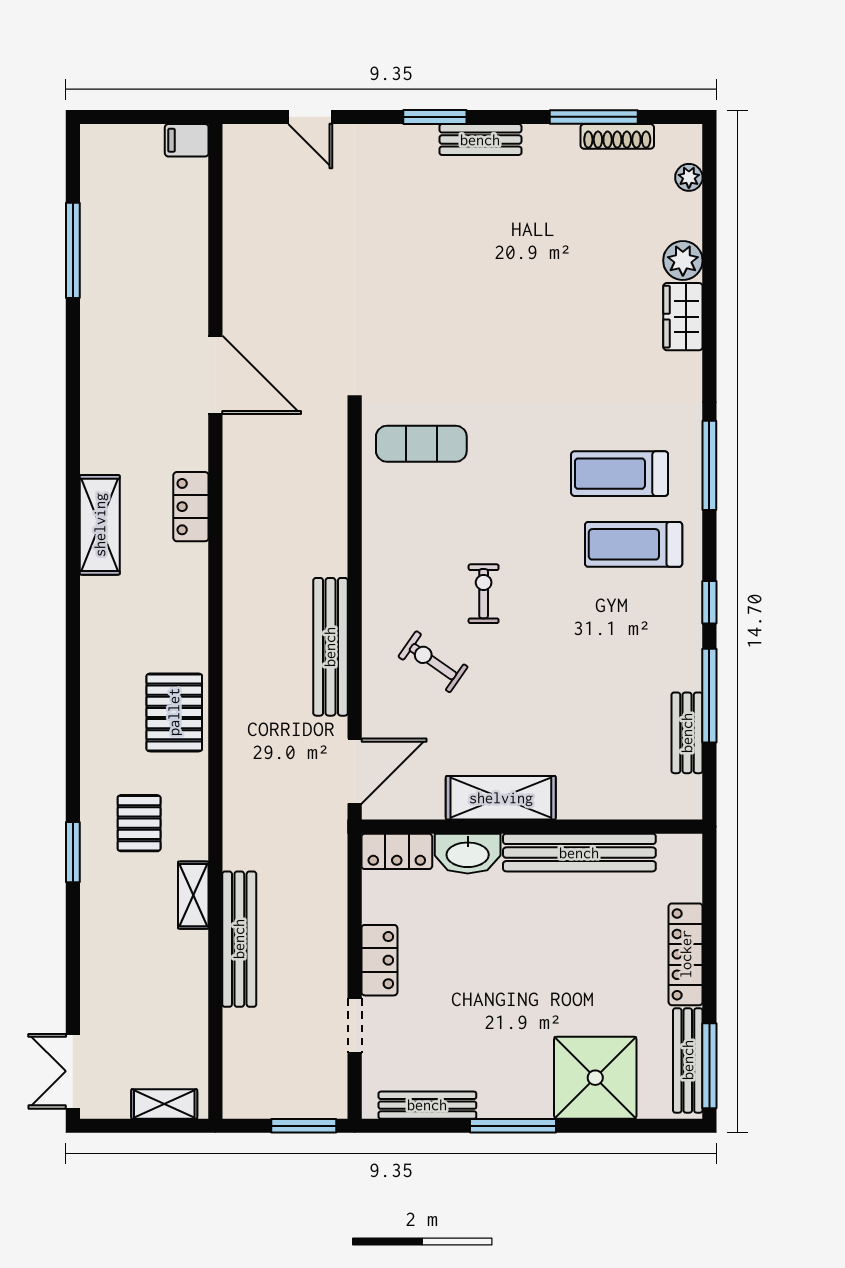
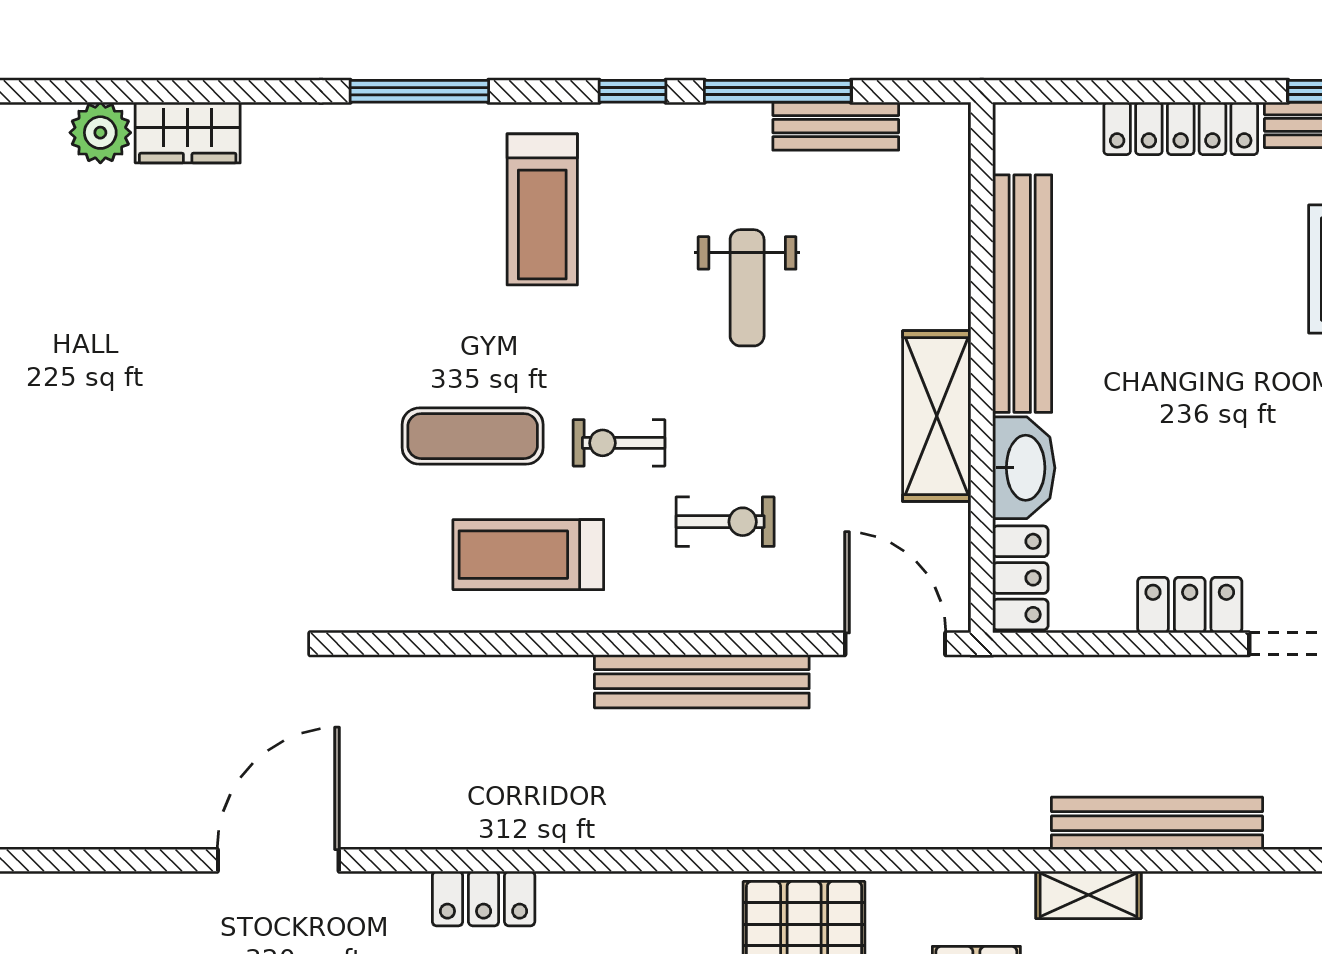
exercise mat: (421, 444) -> (473, 436), moved, turned 90
treadmill: (620, 474) -> (528, 555), moved, turned 90
exercise bike: (433, 662) -> (725, 522), turned -125
weight bench: (583, 676) -> (747, 288), added

